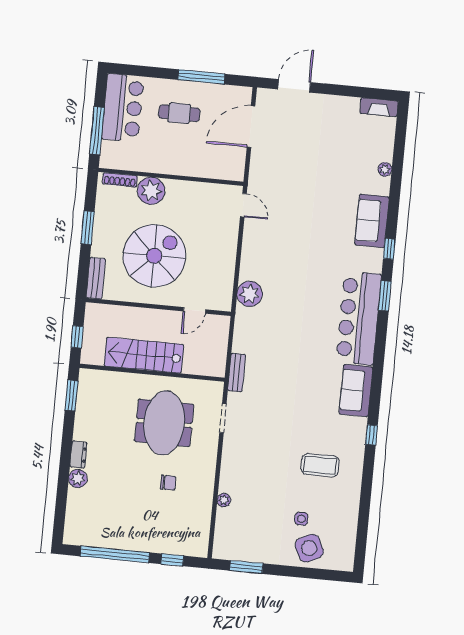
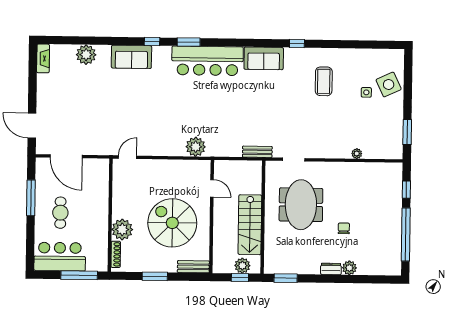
plant: (385, 169) -> (86, 55), width x1.88, depth x1.88
plant: (92, 341) -> (242, 266), added
meeting table: (164, 423) -> (301, 205), turned 90
chair: (168, 483) -> (344, 228), moved

